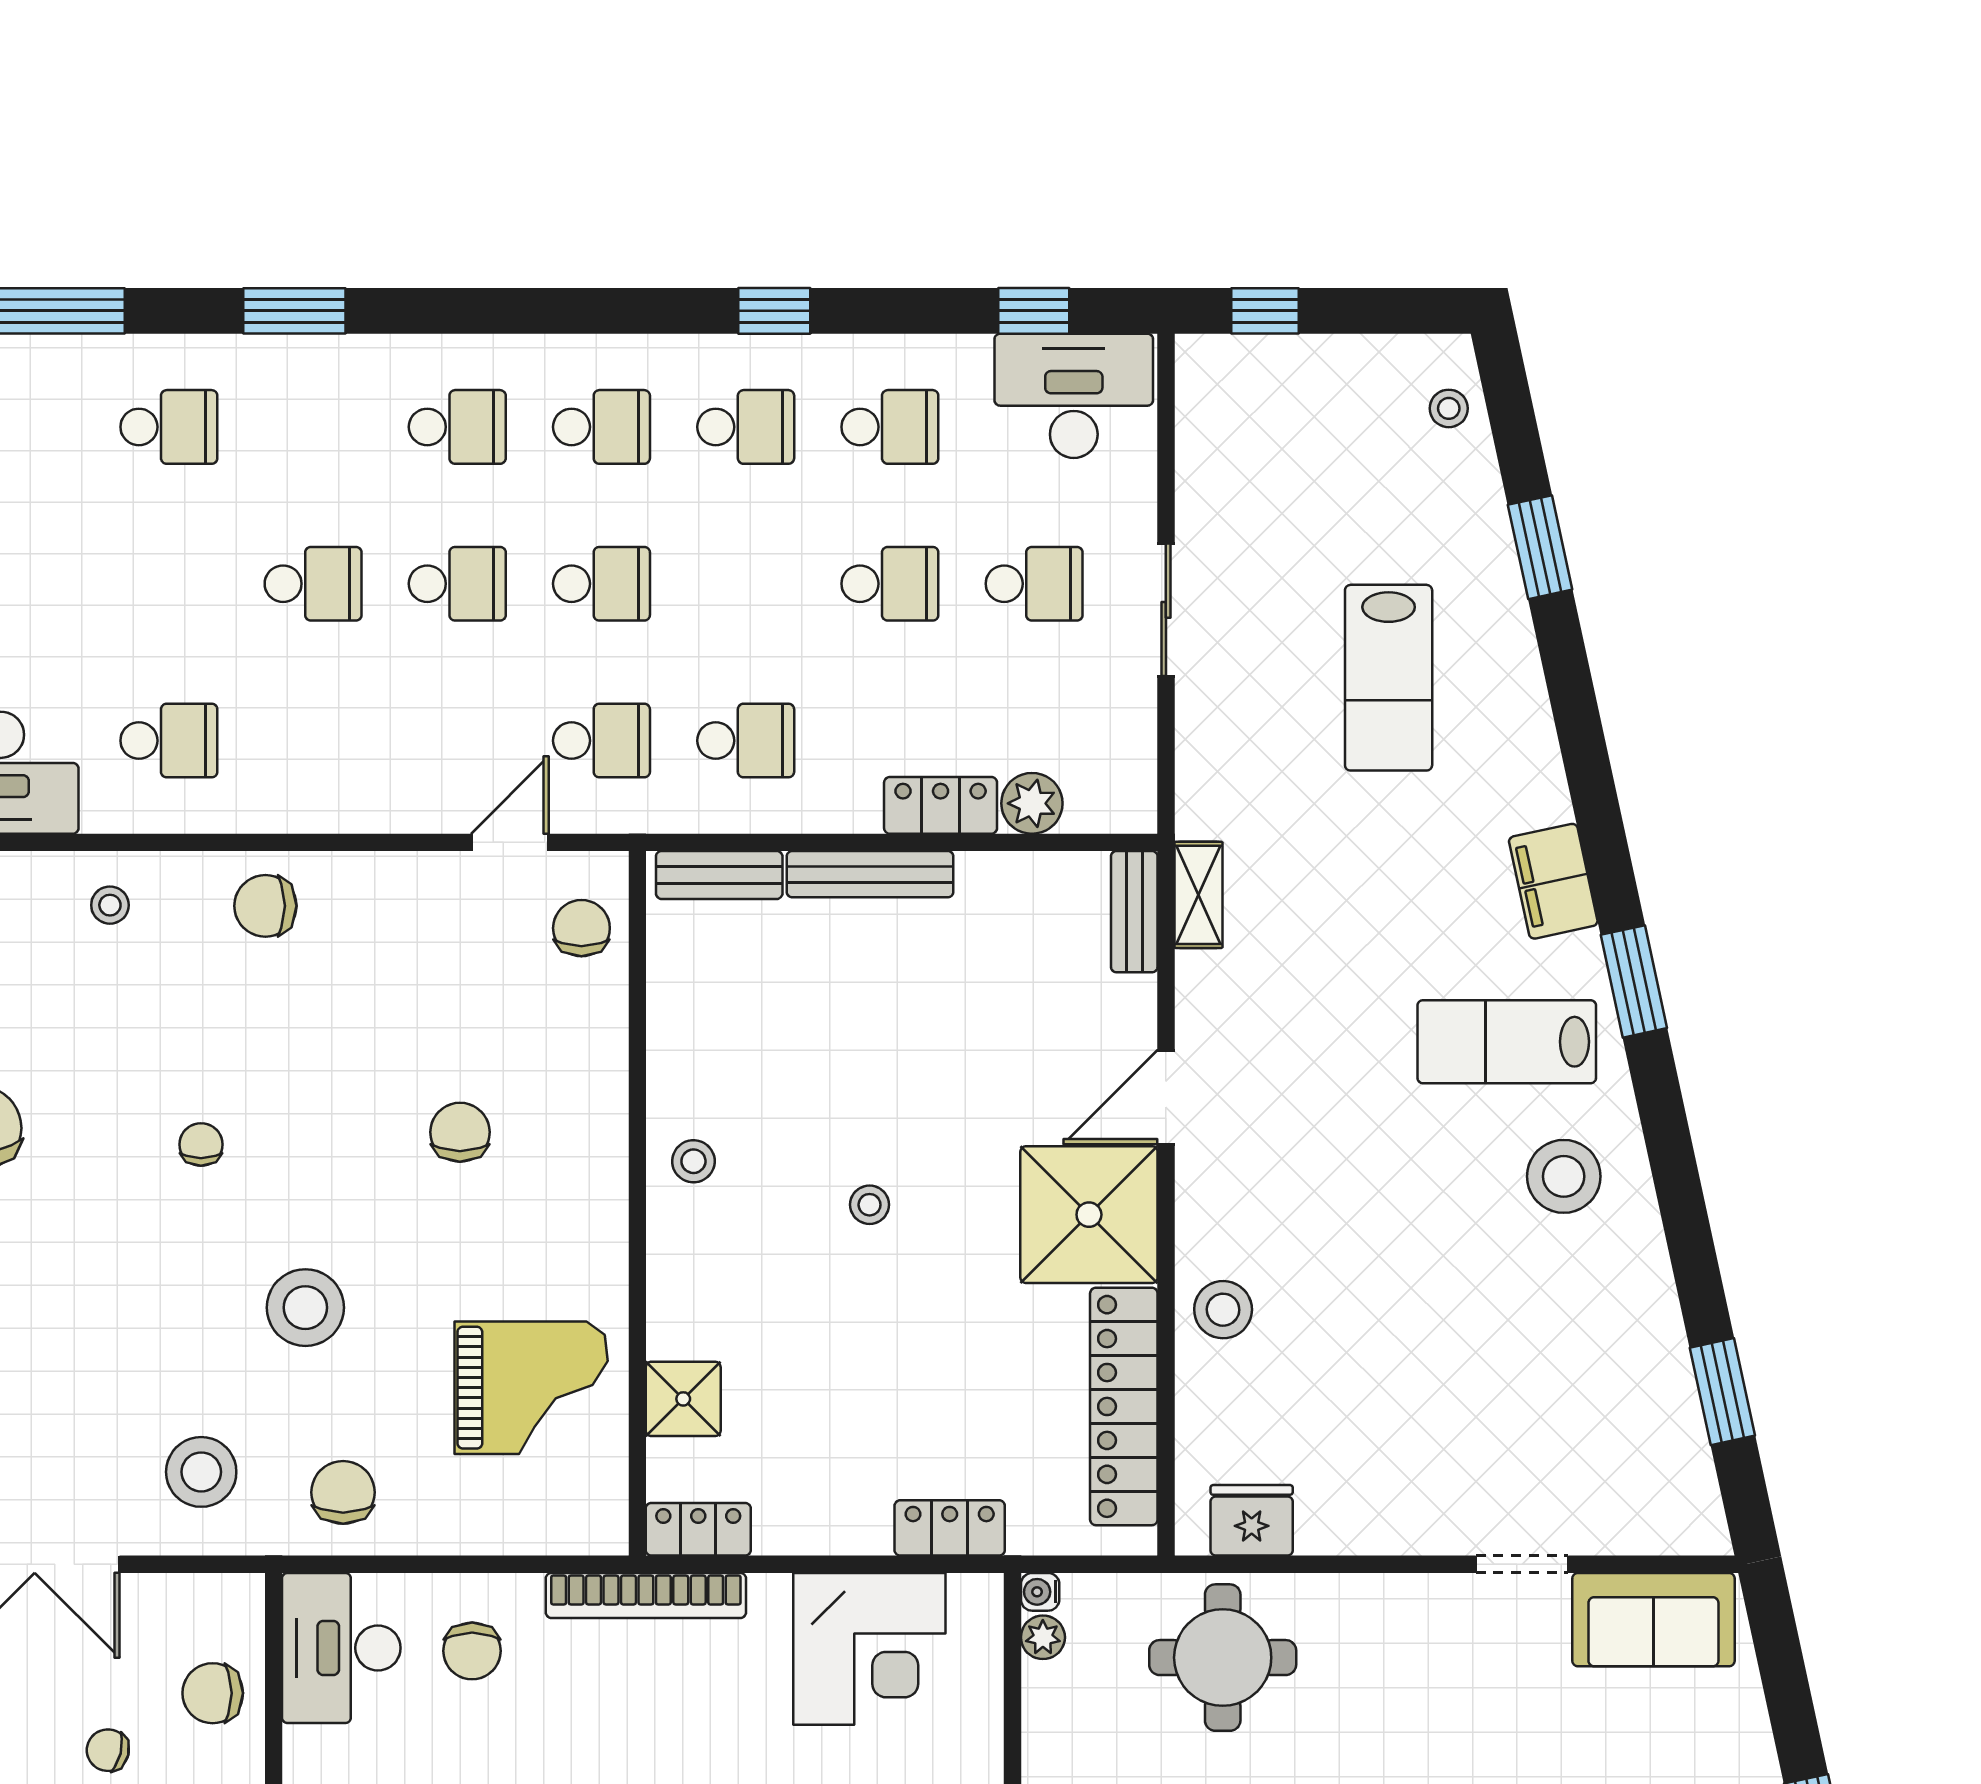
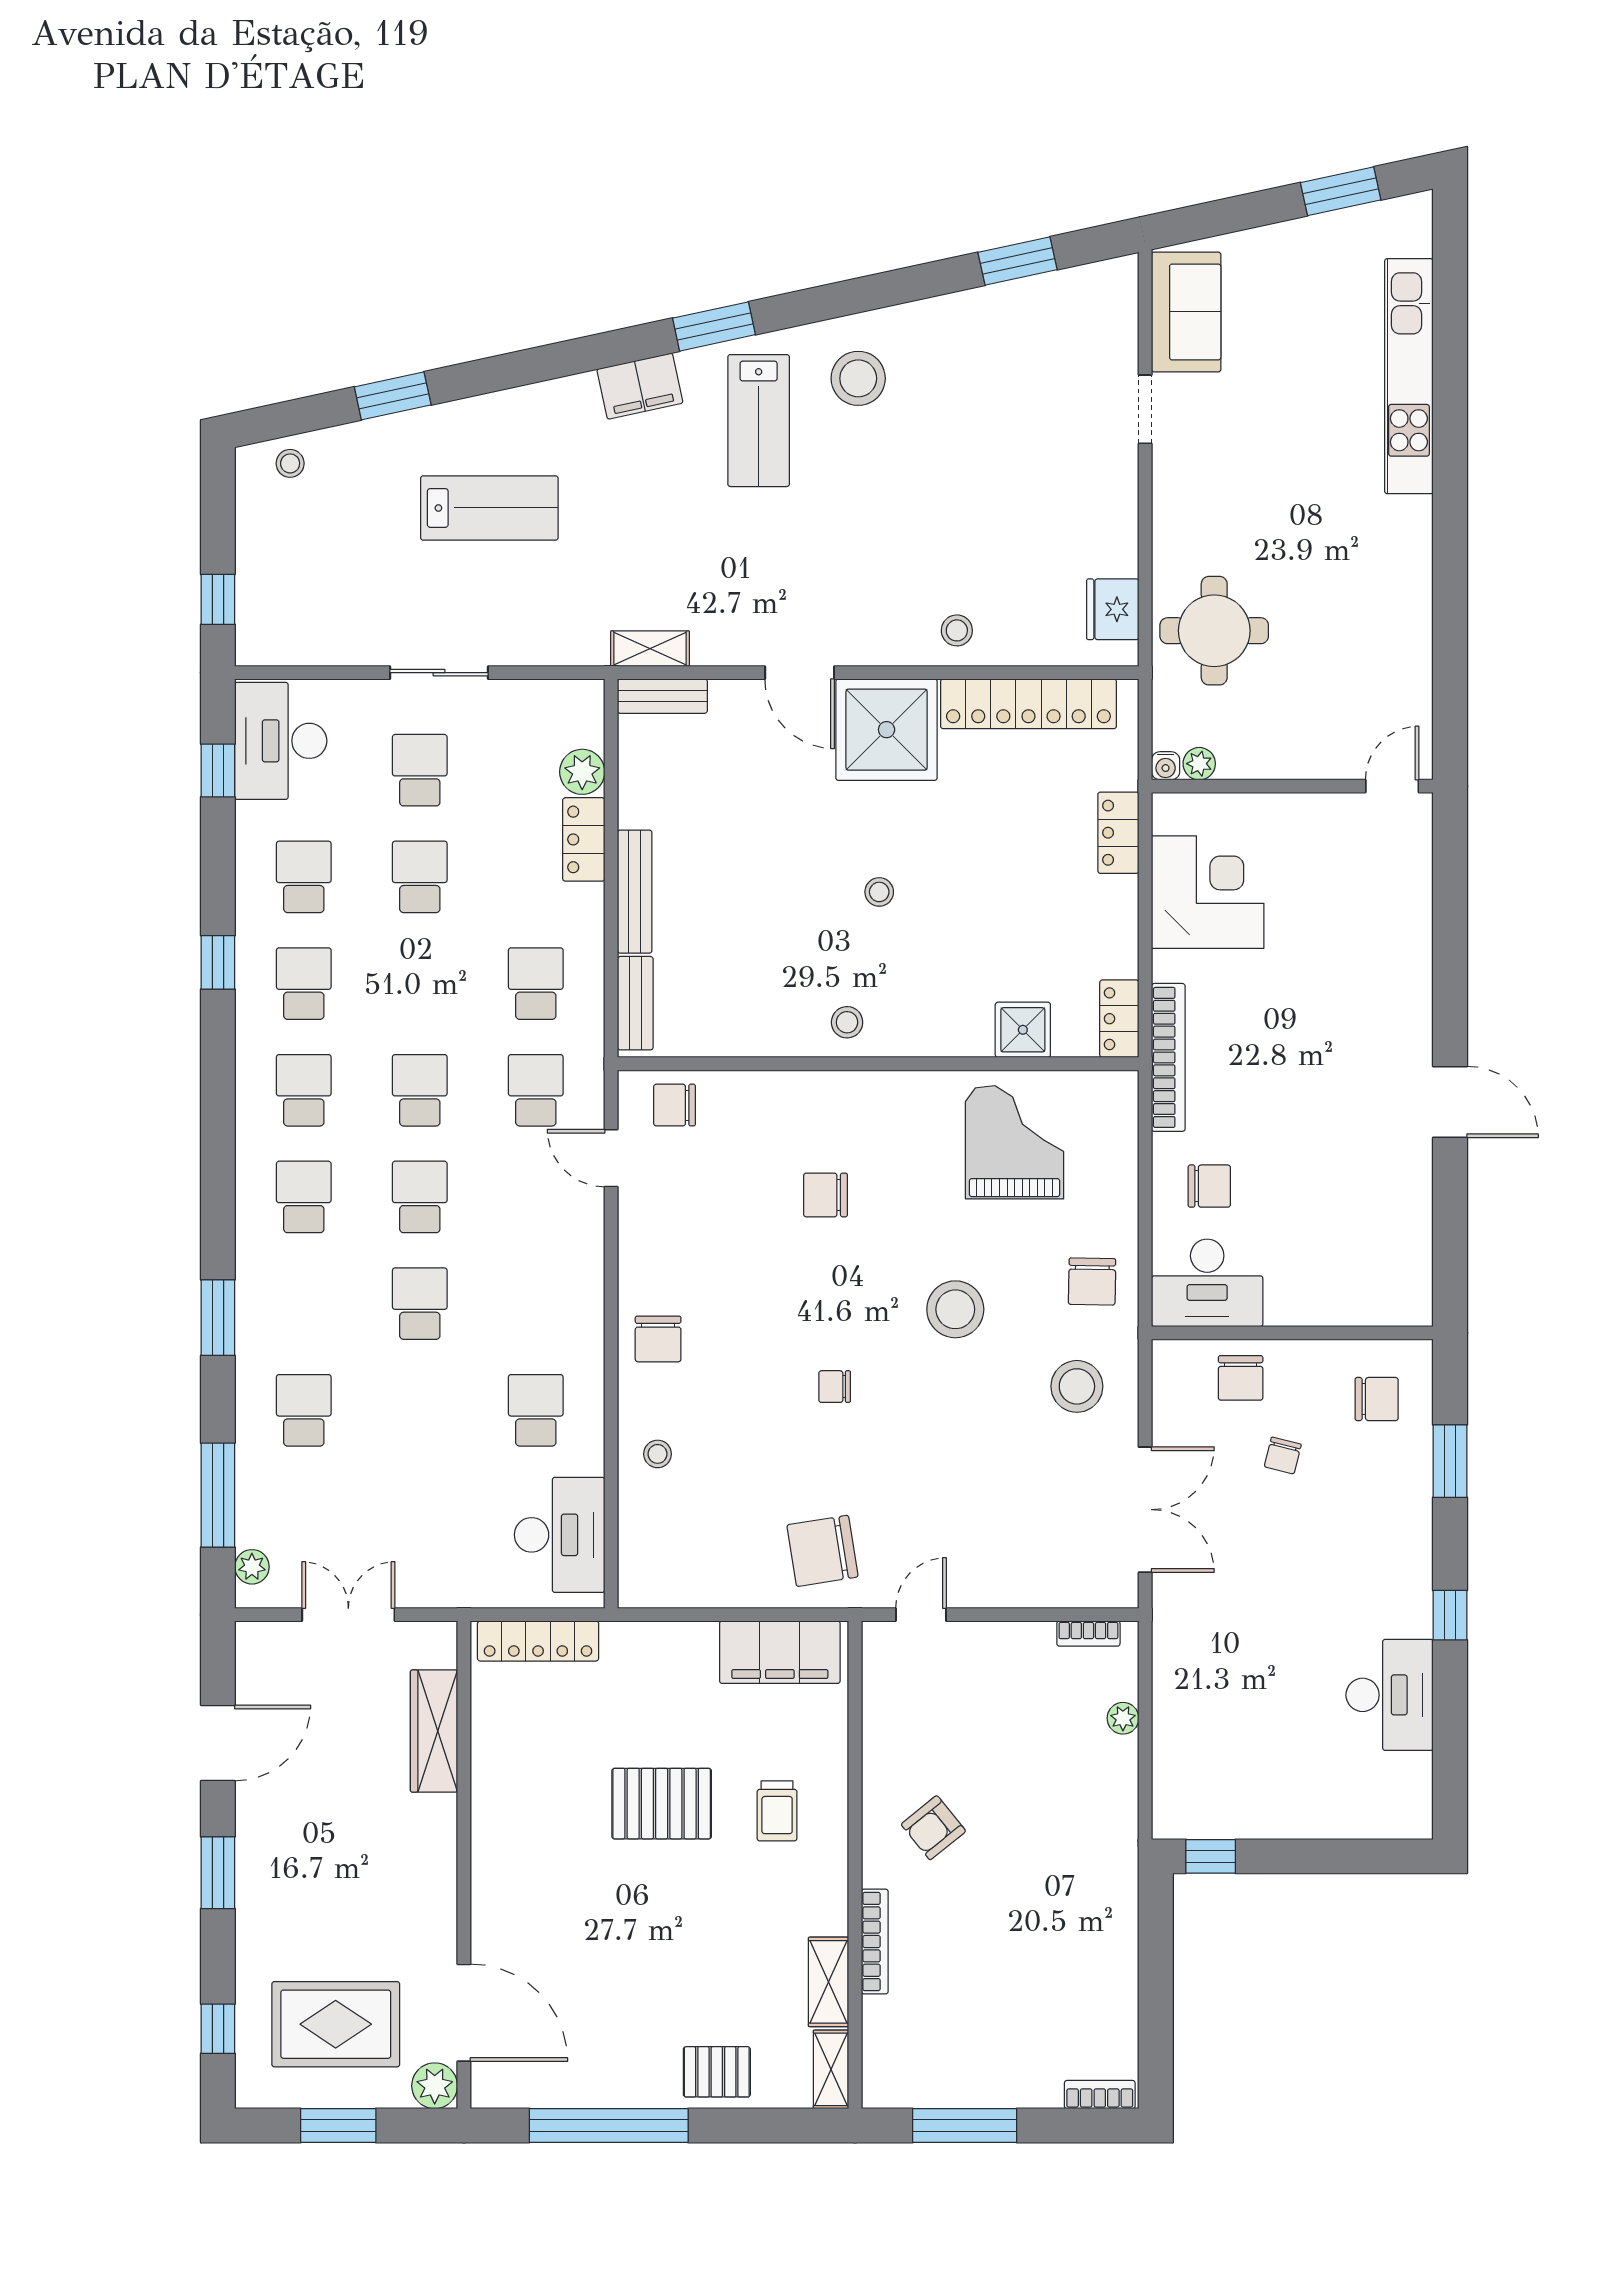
stool: (1223, 1310) -> (957, 630), width x0.73, depth x0.73
chair: (343, 1492) -> (1092, 1282), turned -89

